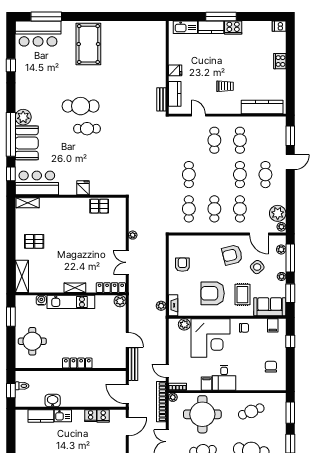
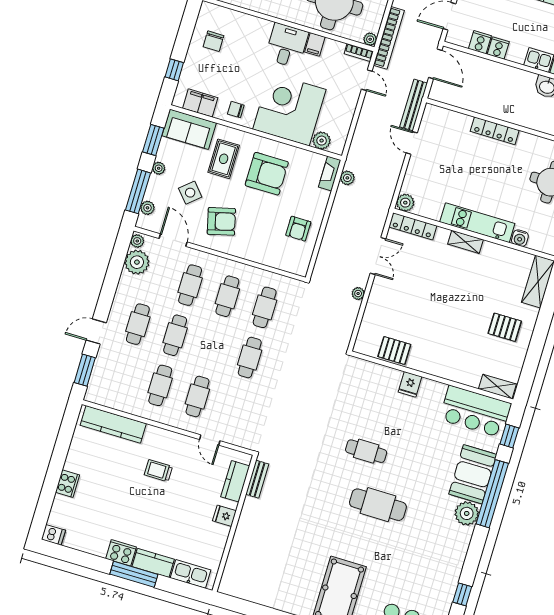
cafe table: (87, 129) -> (366, 451), moved
filing cabinet: (273, 325) -> (200, 103), width x2.00

